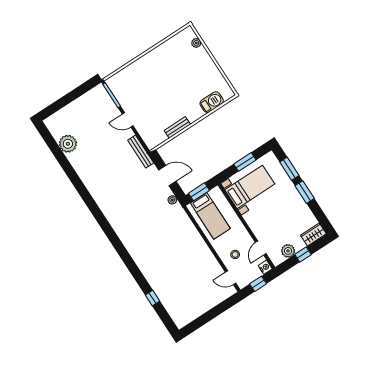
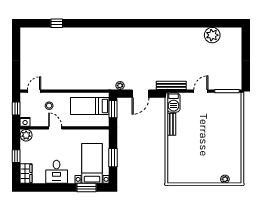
barbecue: (212, 102) -> (174, 102), moved
bed with nightstands: (250, 187) -> (92, 163), moved, turned 180
window: (305, 192) -> (62, 188), removed
desk: (293, 207) -> (57, 172), added
door: (261, 248) -> (55, 128), moved
plant: (288, 251) -> (26, 135), moved

